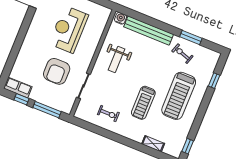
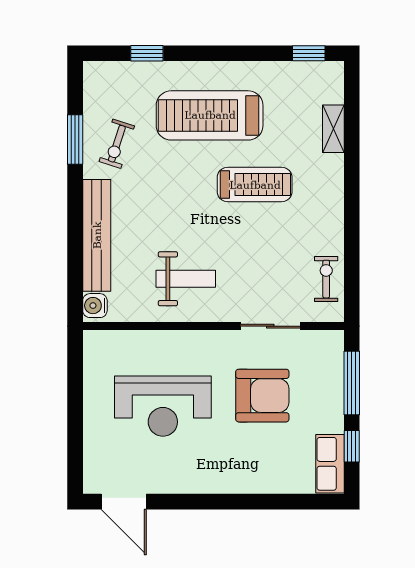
treadmill: (179, 96) -> (210, 115), turned 180
exercise bike: (108, 114) -> (326, 279), moved

